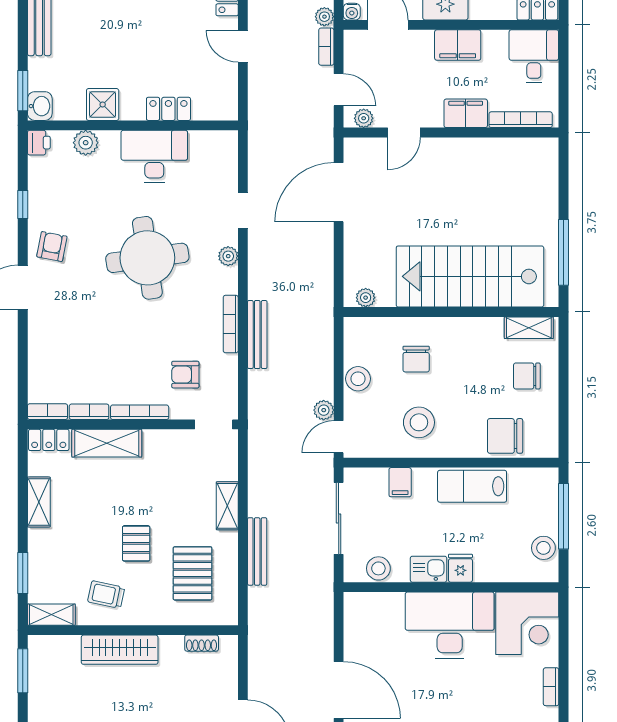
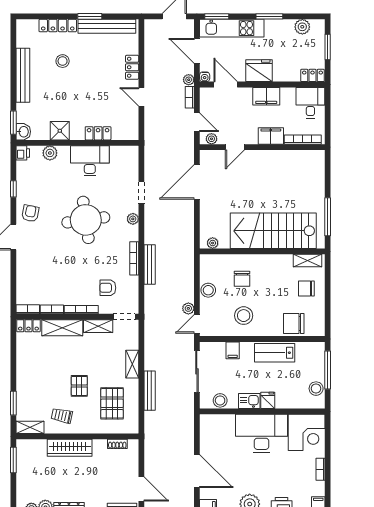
shelving: (39, 502) -> (98, 326), moved, turned 90

